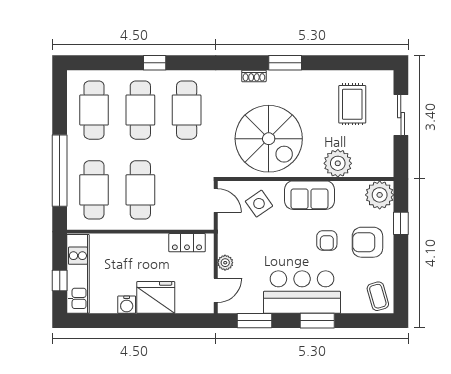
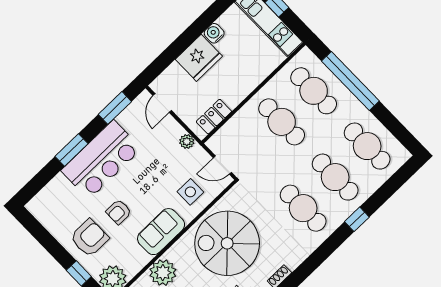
side table: (259, 204) -> (190, 192), turned 35
armchair: (327, 240) -> (119, 212), turned -90
plant: (225, 263) -> (187, 142), moved
coffee table: (378, 296) -> (46, 207), removed

